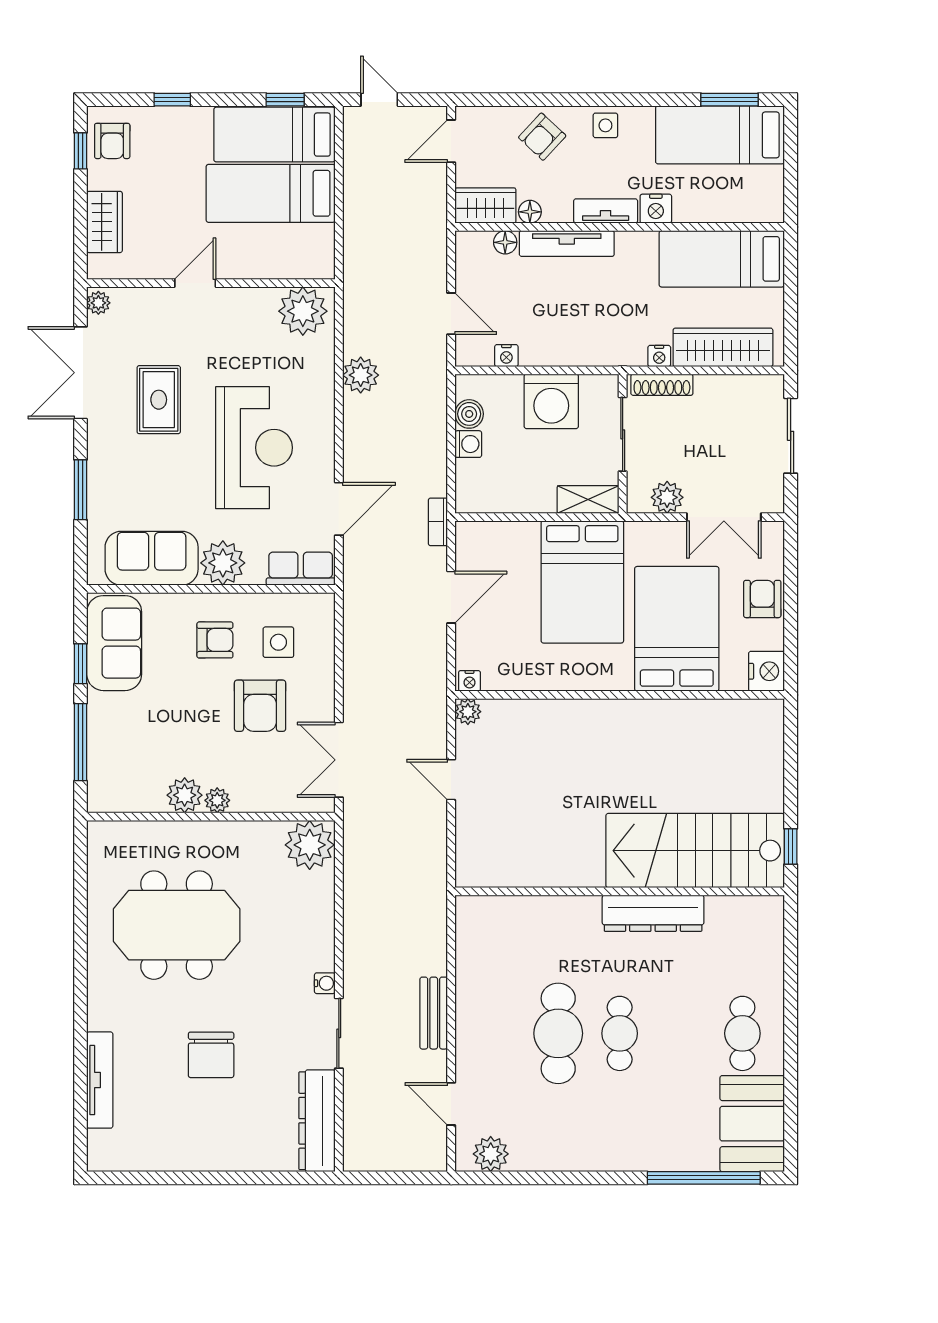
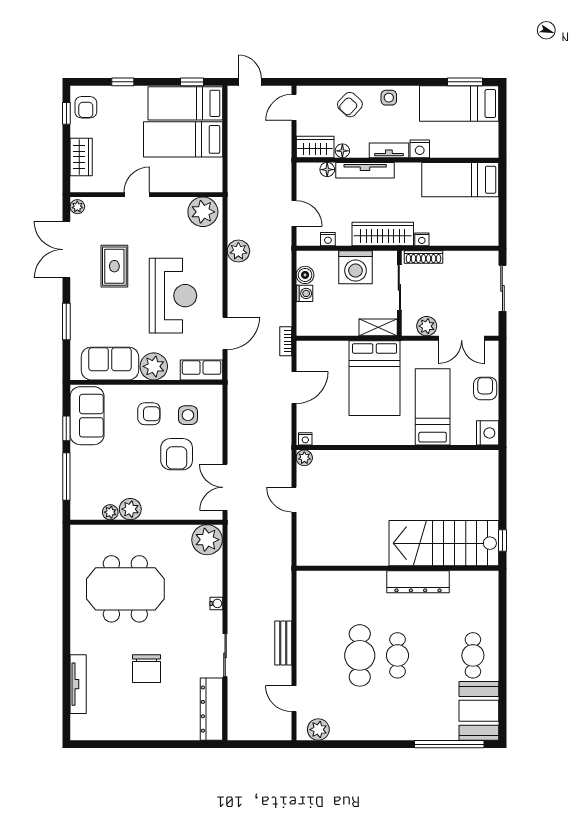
wardrobe: (723, 347) -> (383, 234), moved
bed: (677, 629) -> (433, 407), width x0.67
plant: (217, 800) -> (110, 512), moved
water cooler: (325, 983) -> (216, 603), moved

